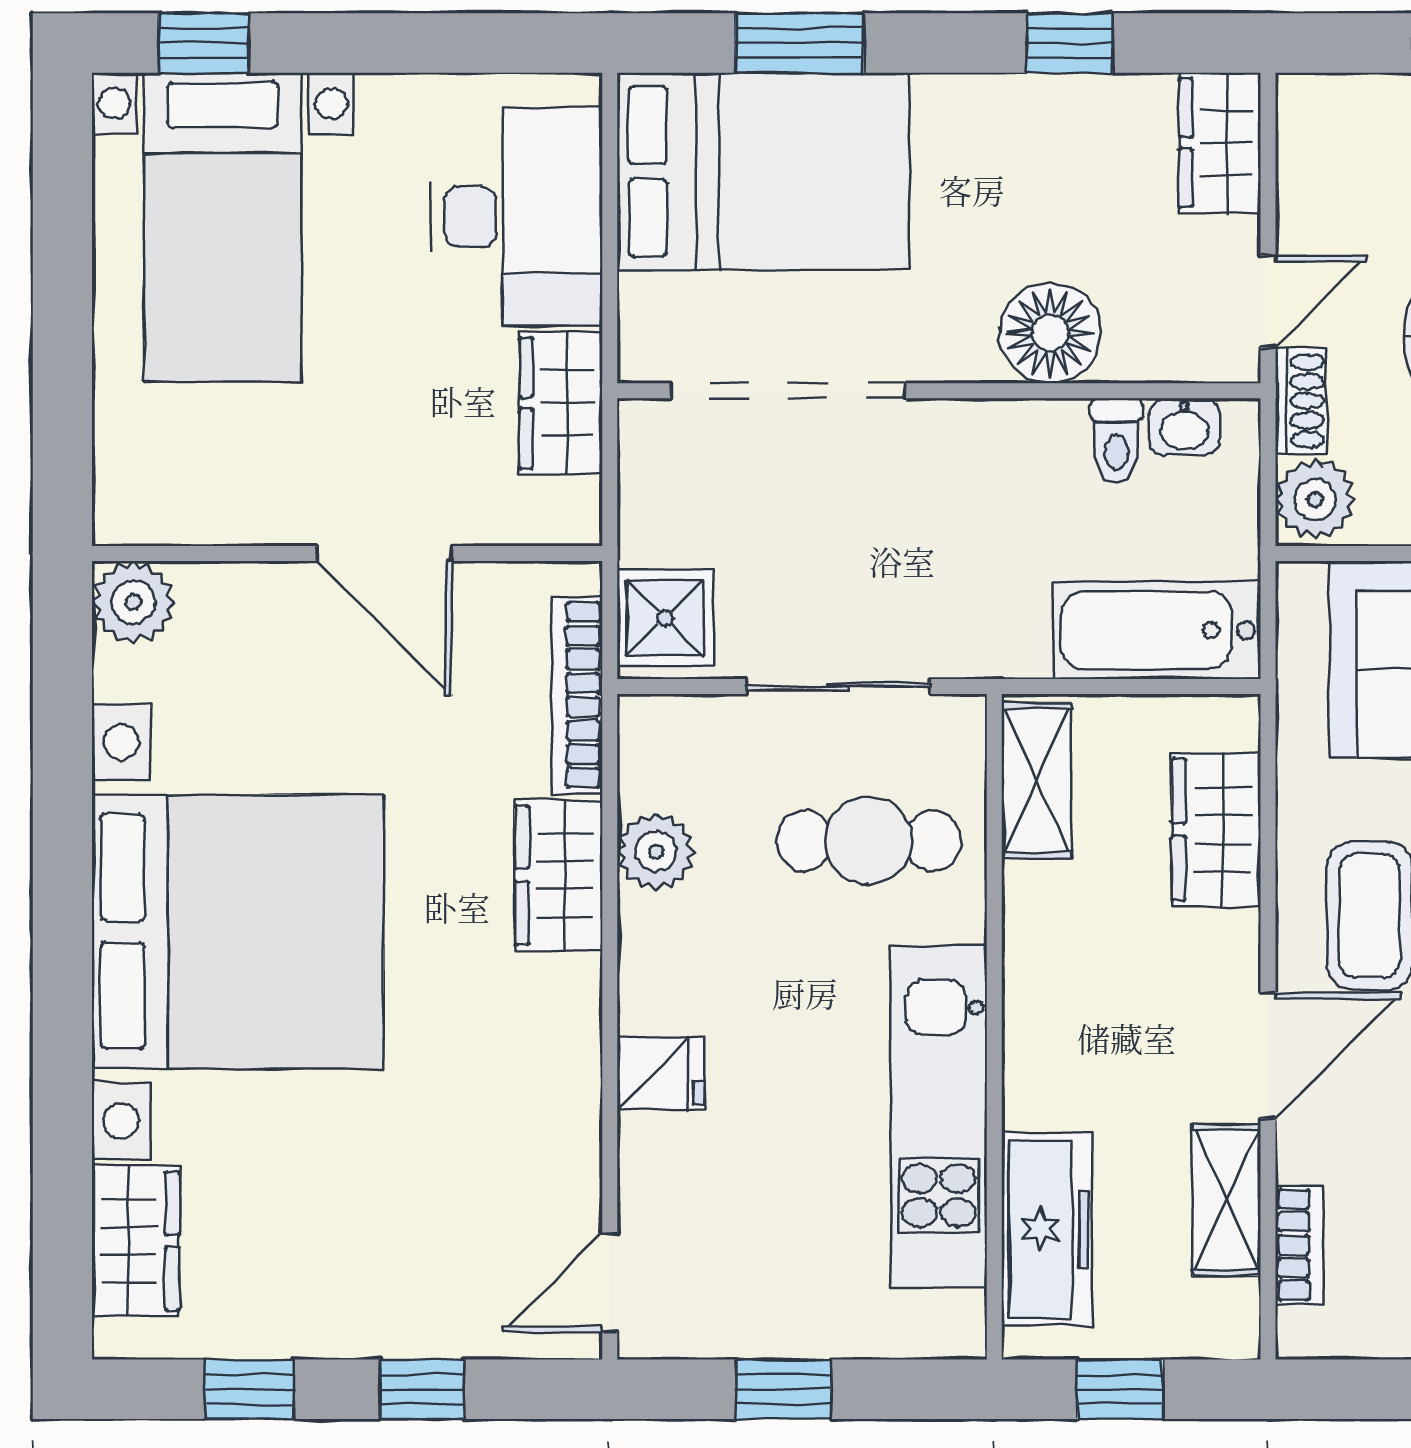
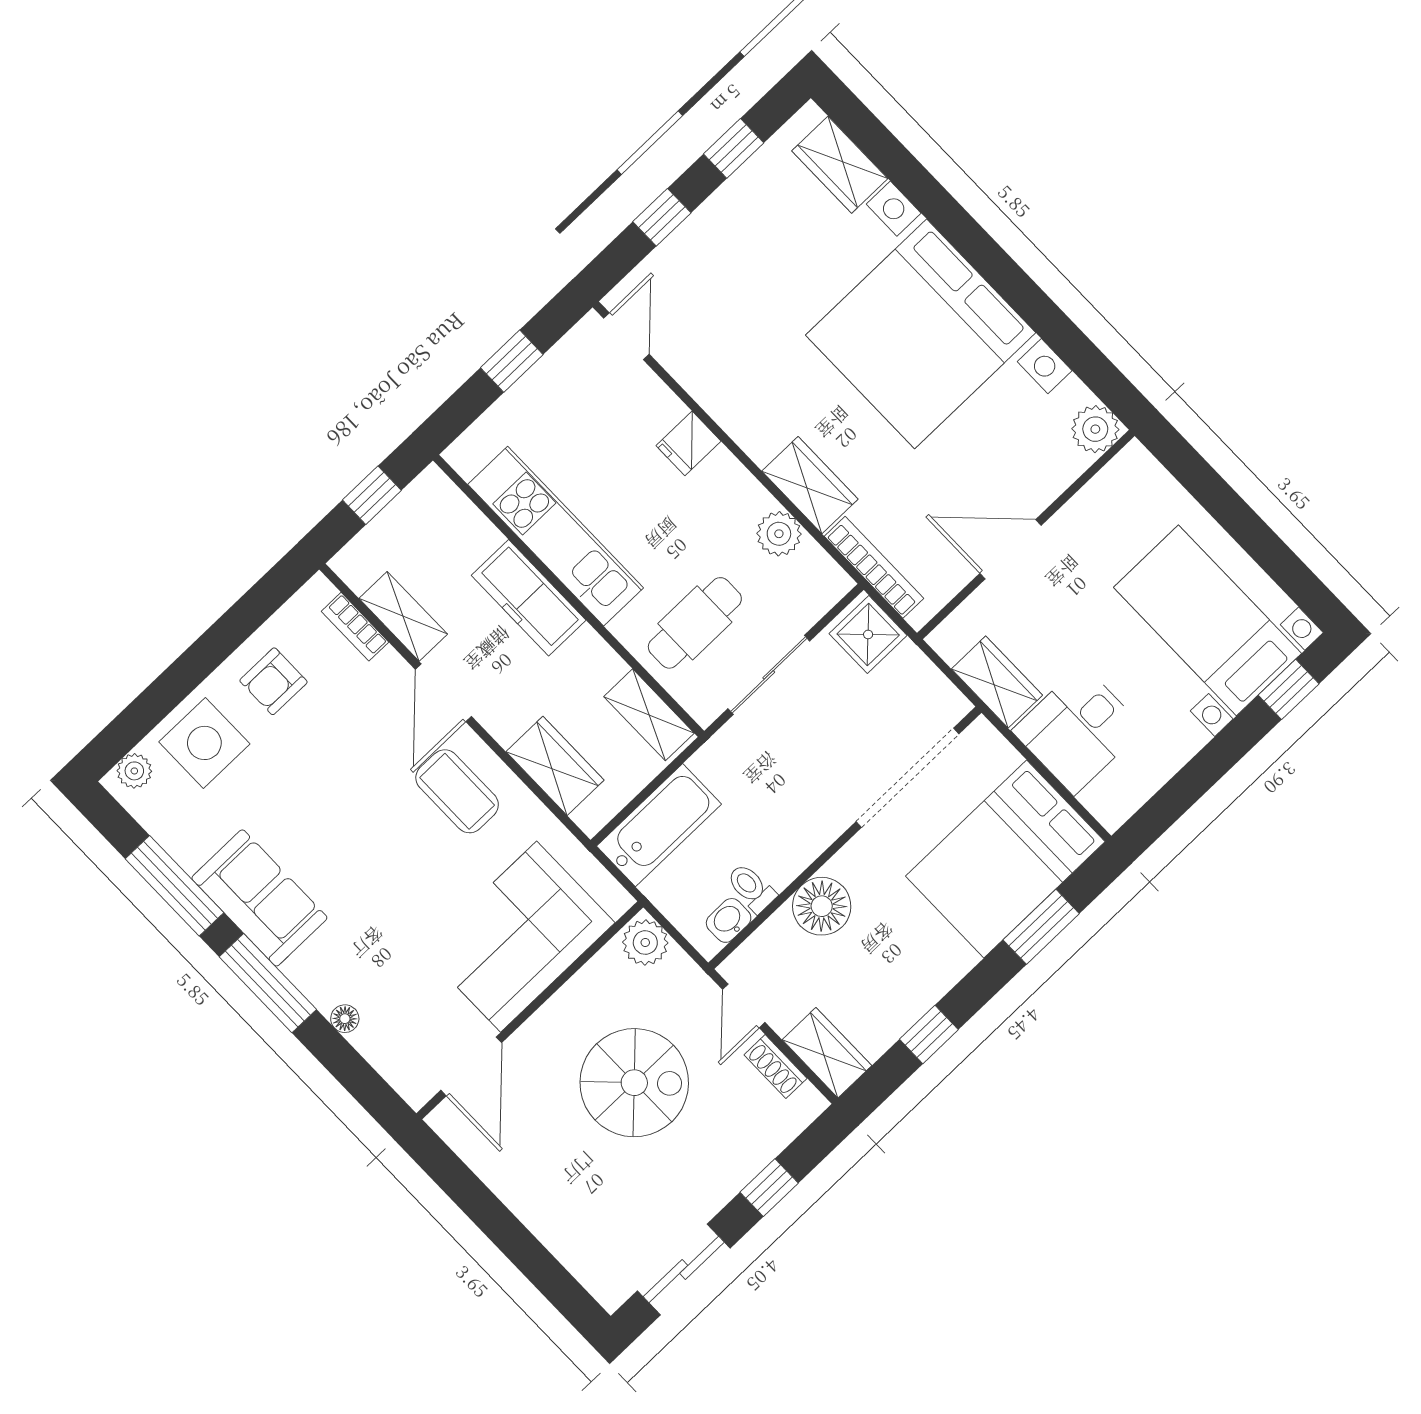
desk: (517, 217) -> (1078, 730), width x0.73
shoe rack: (1301, 401) -> (776, 1067), moved
freezer: (1047, 1229) -> (529, 598), moved

